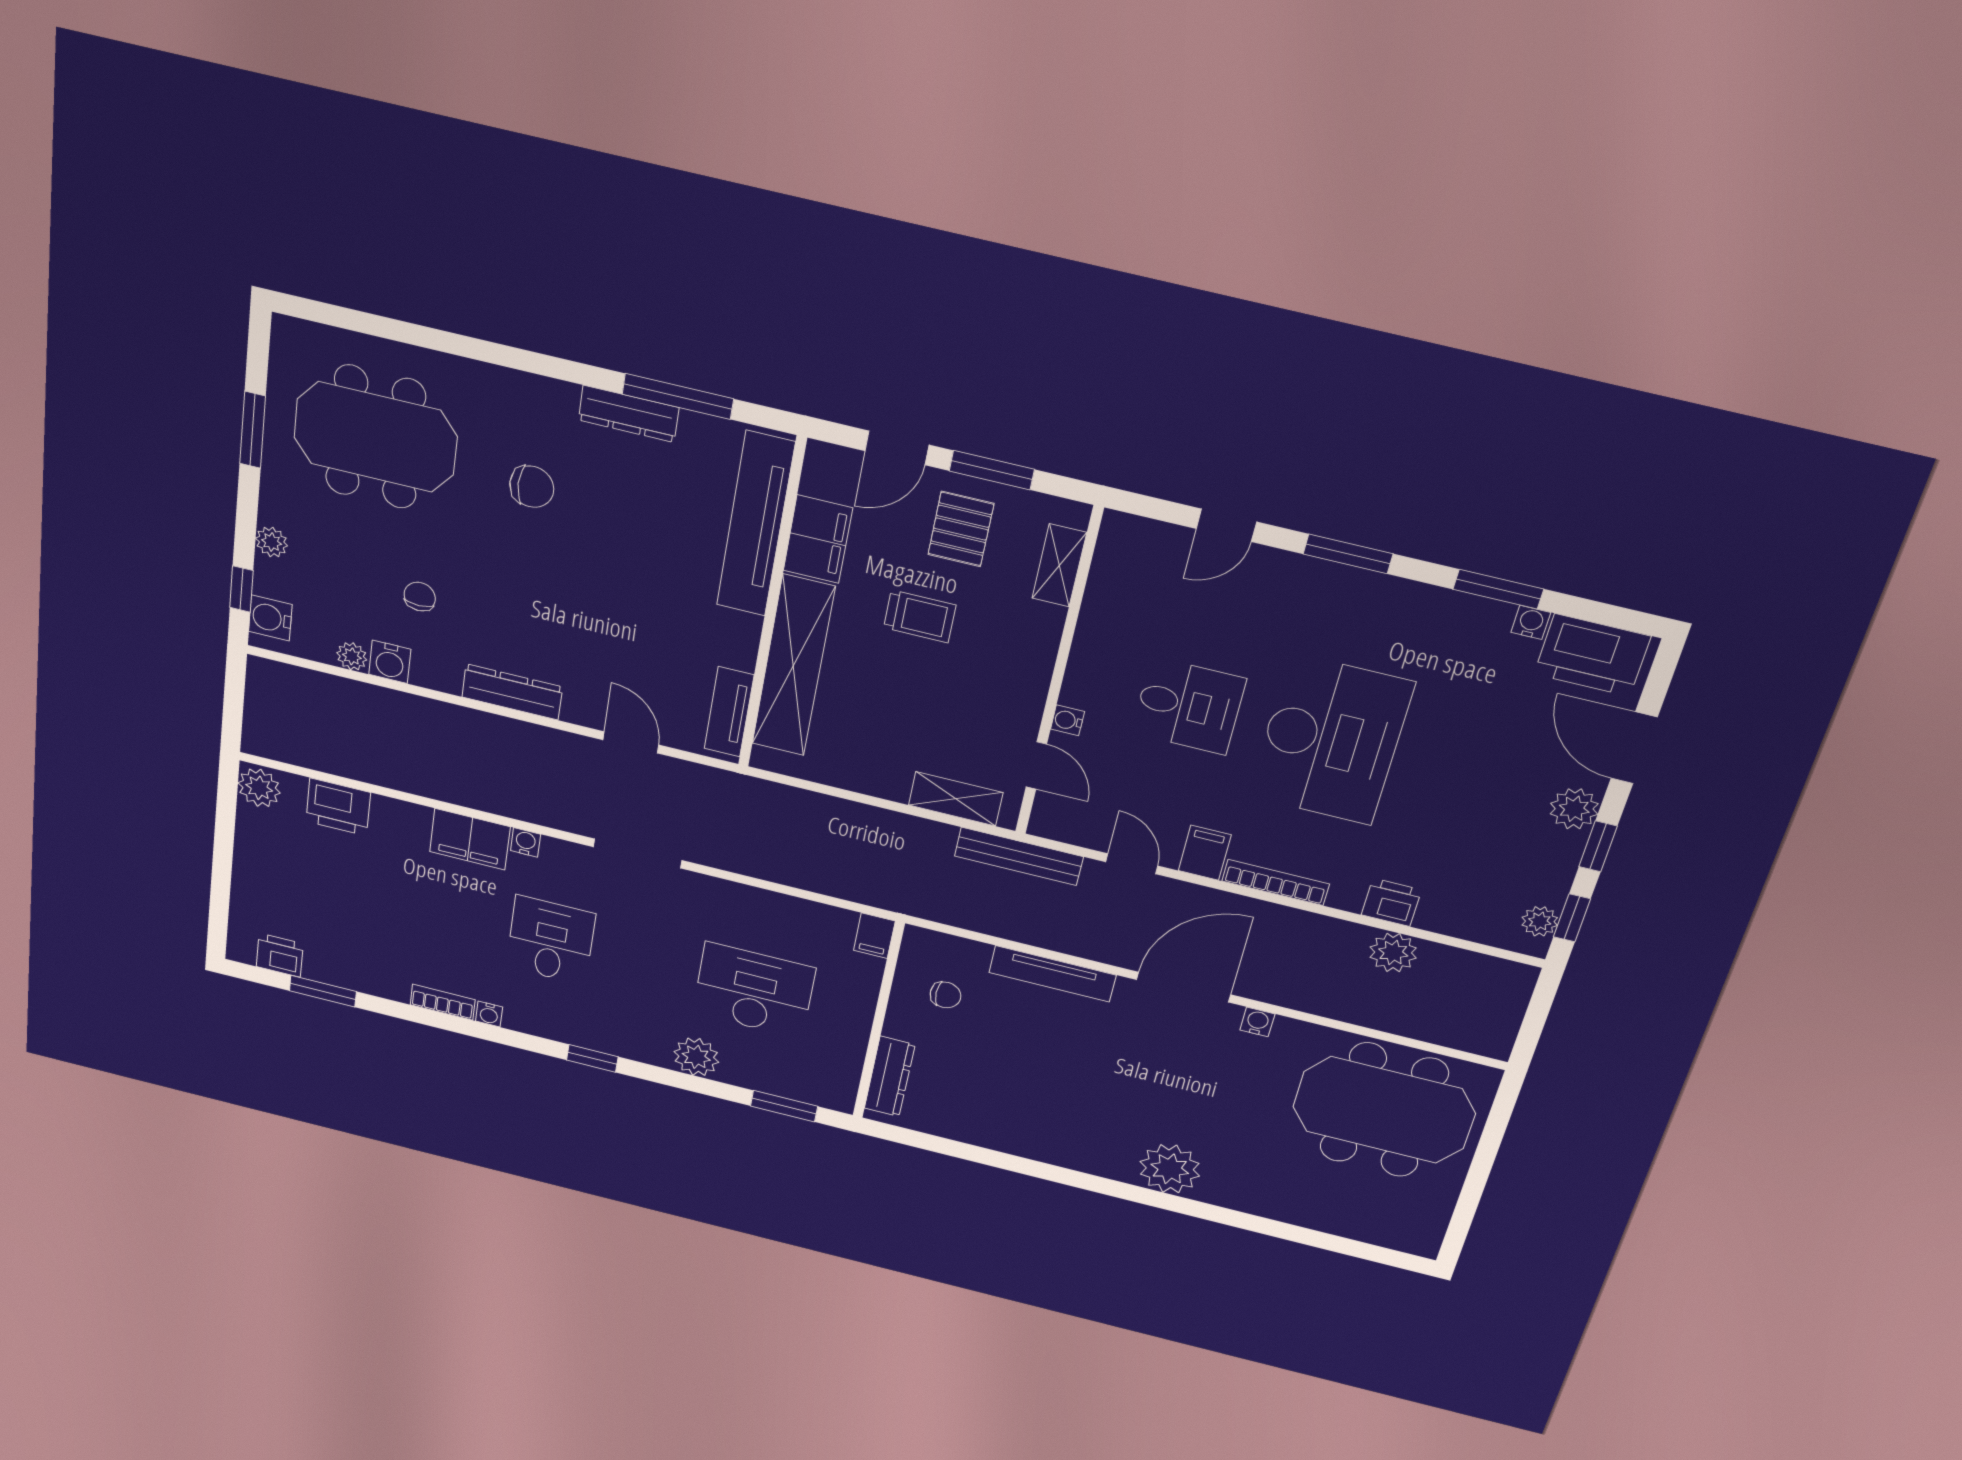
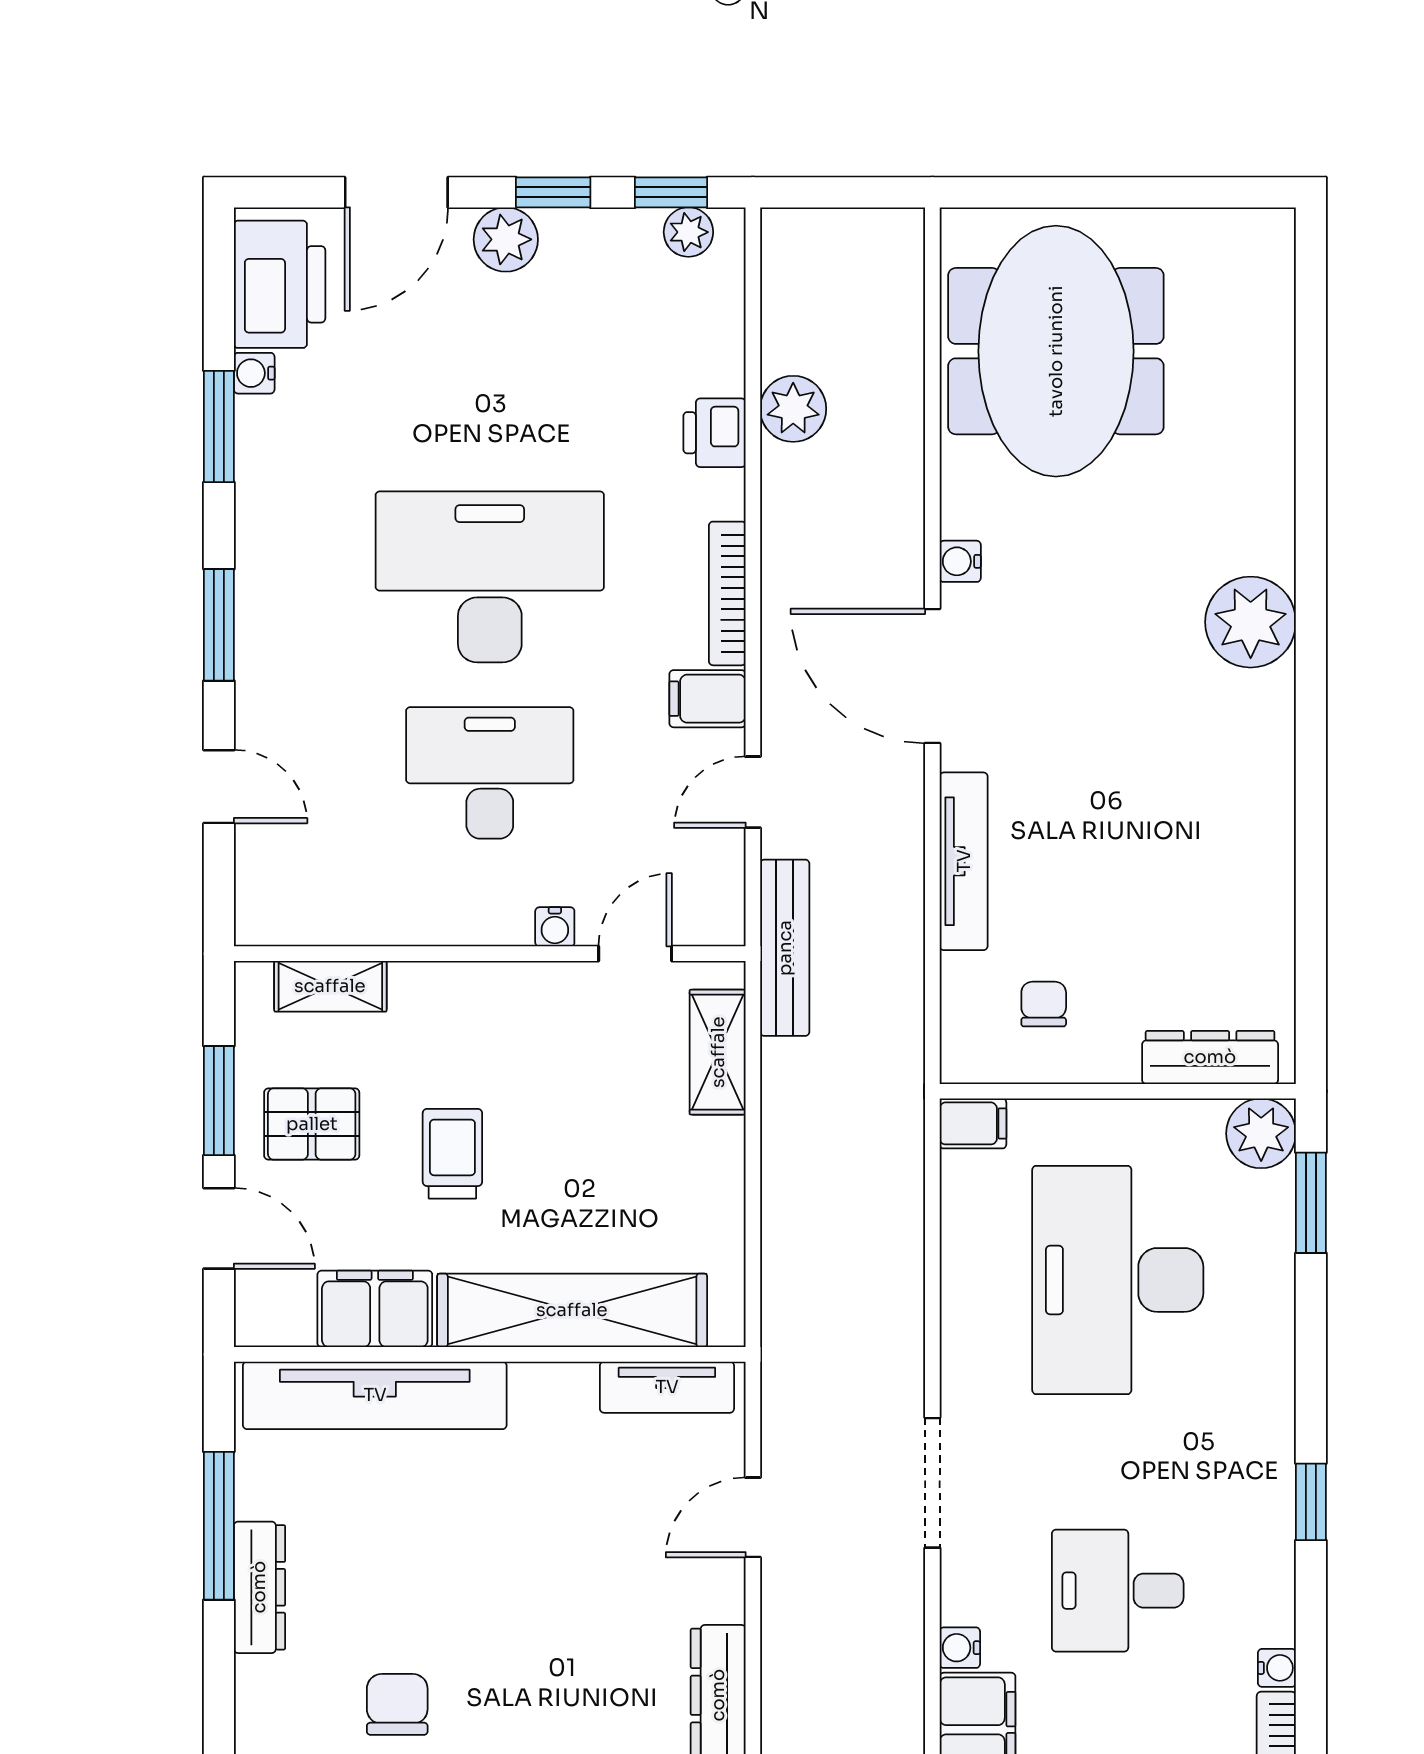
desk: (1189, 706) -> (490, 773), width x1.37
desk: (754, 991) -> (1118, 1280), width x1.36, depth x1.30
plant: (696, 1057) -> (1261, 1133), moved

